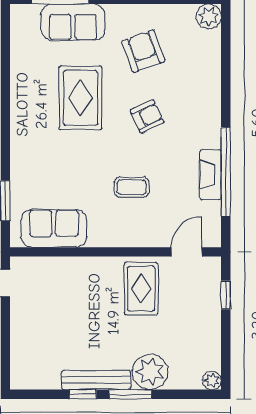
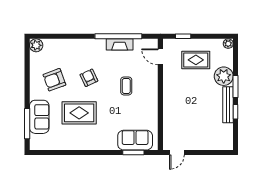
sofa: (54, 228) -> (135, 140), moved, turned 90
rug: (141, 289) -> (196, 60), moved

